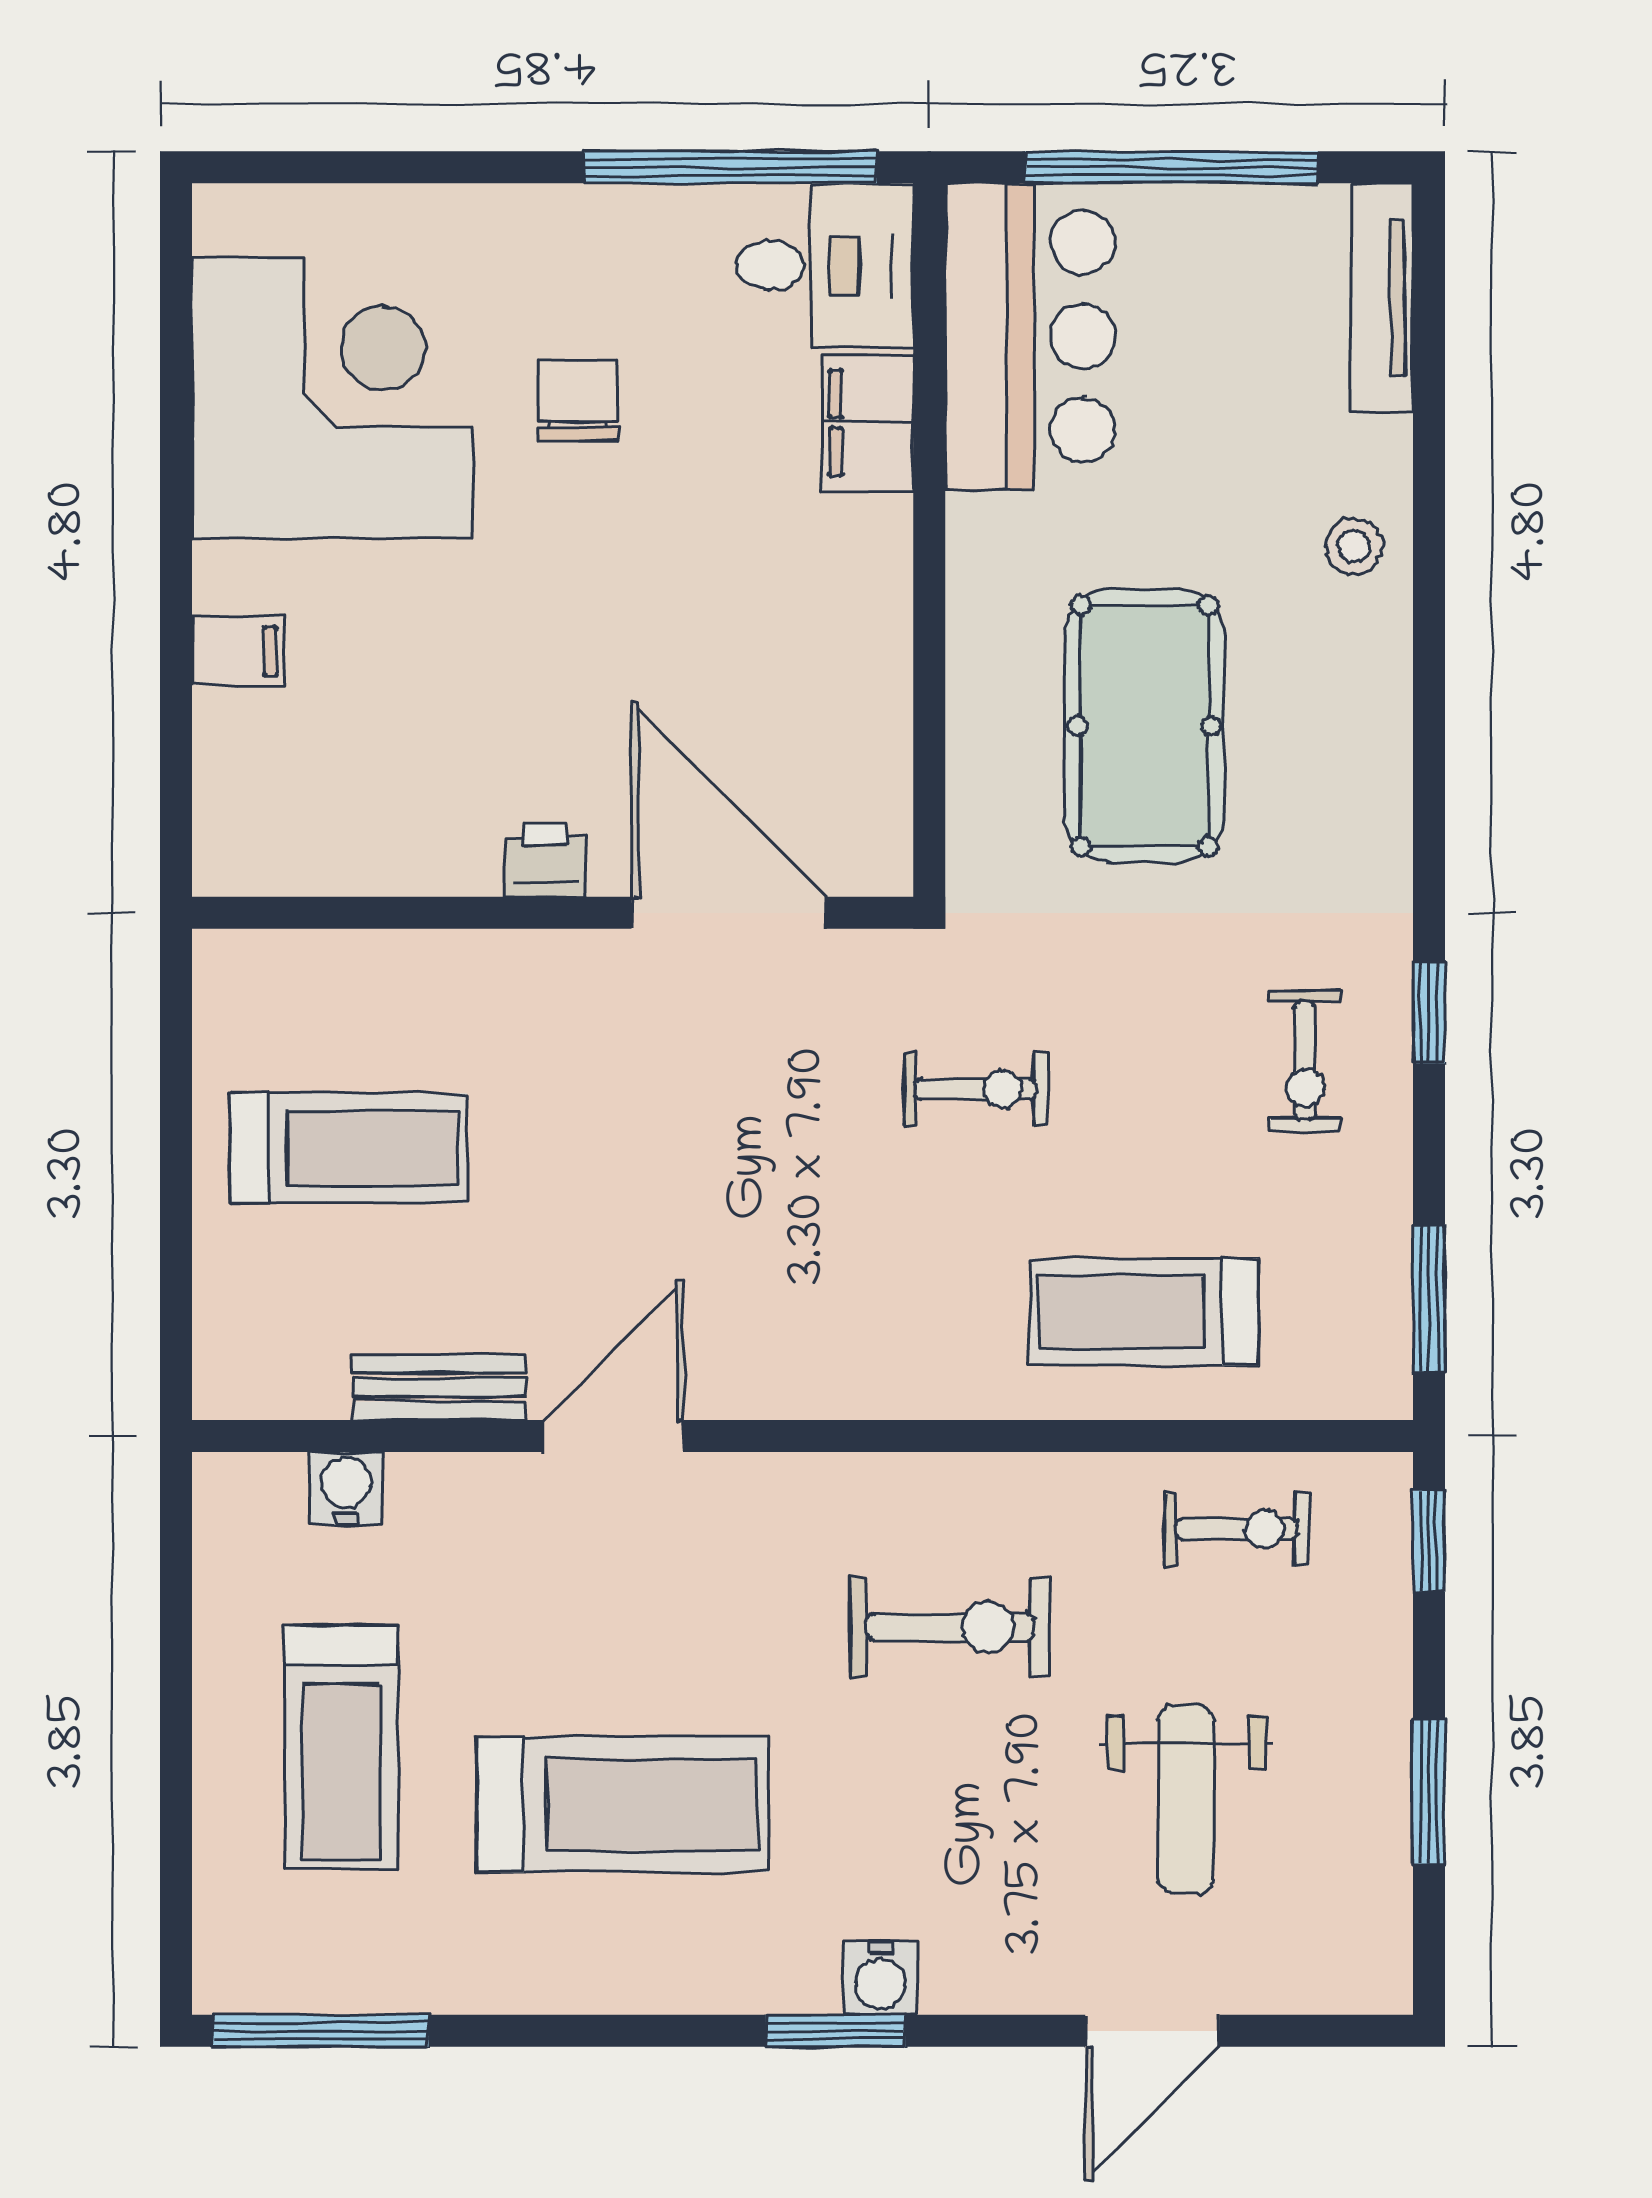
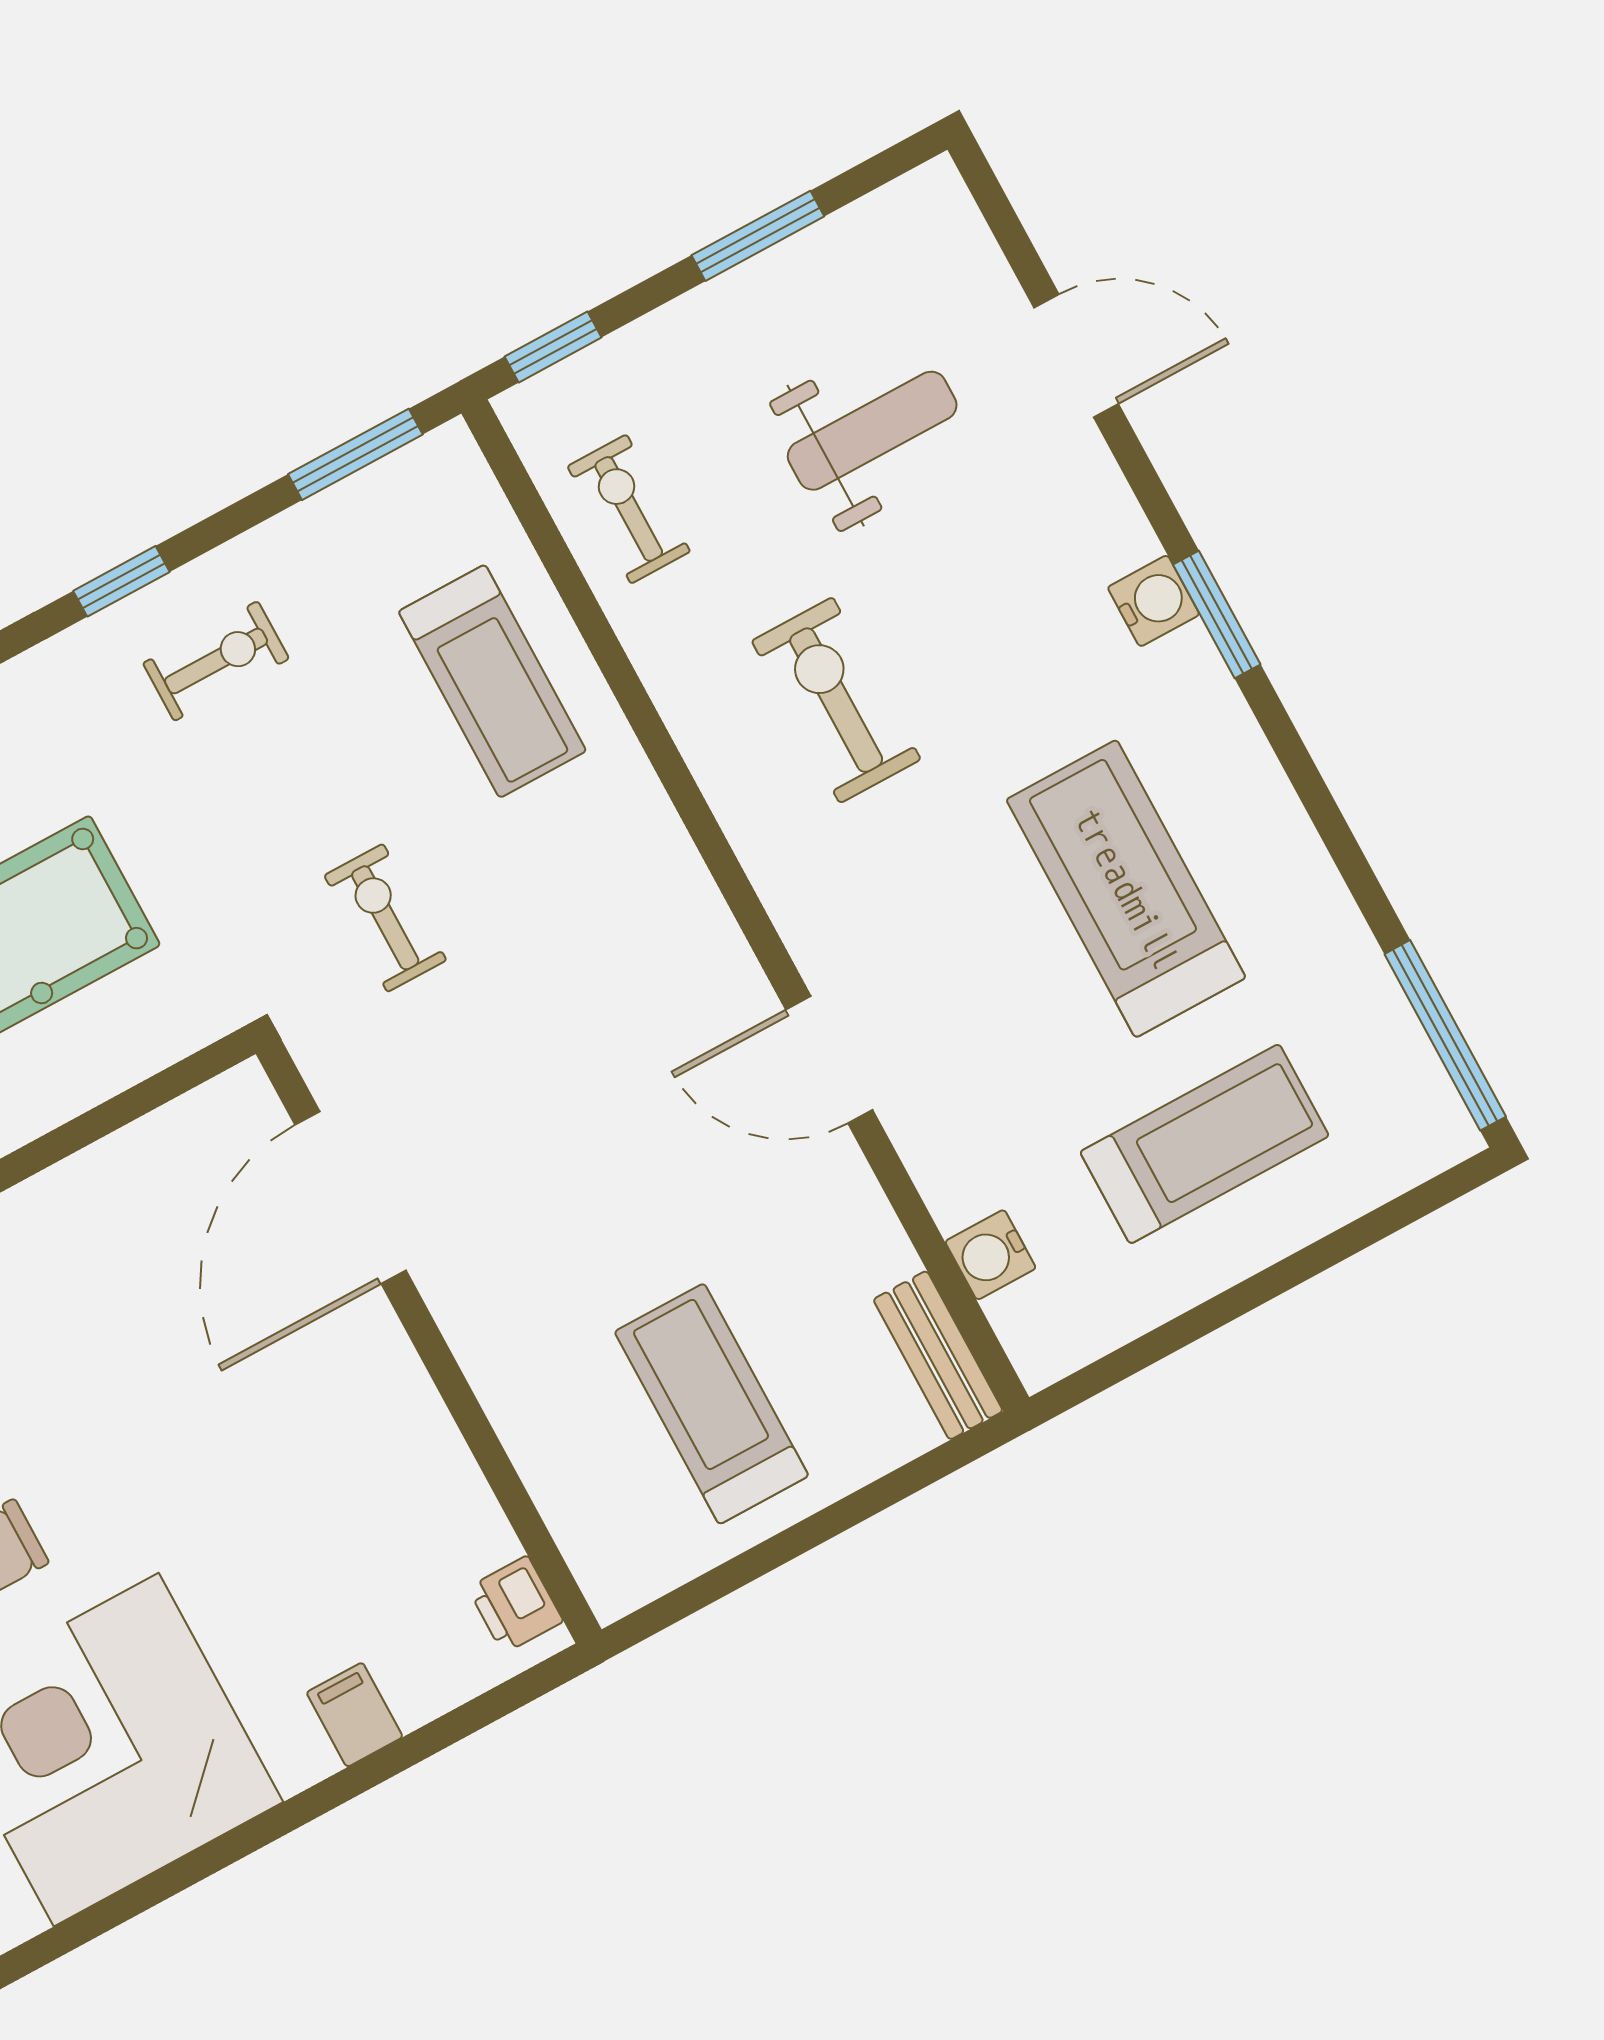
printer: (545, 860) -> (515, 1605), moved
bench: (439, 1387) -> (938, 1355), moved

